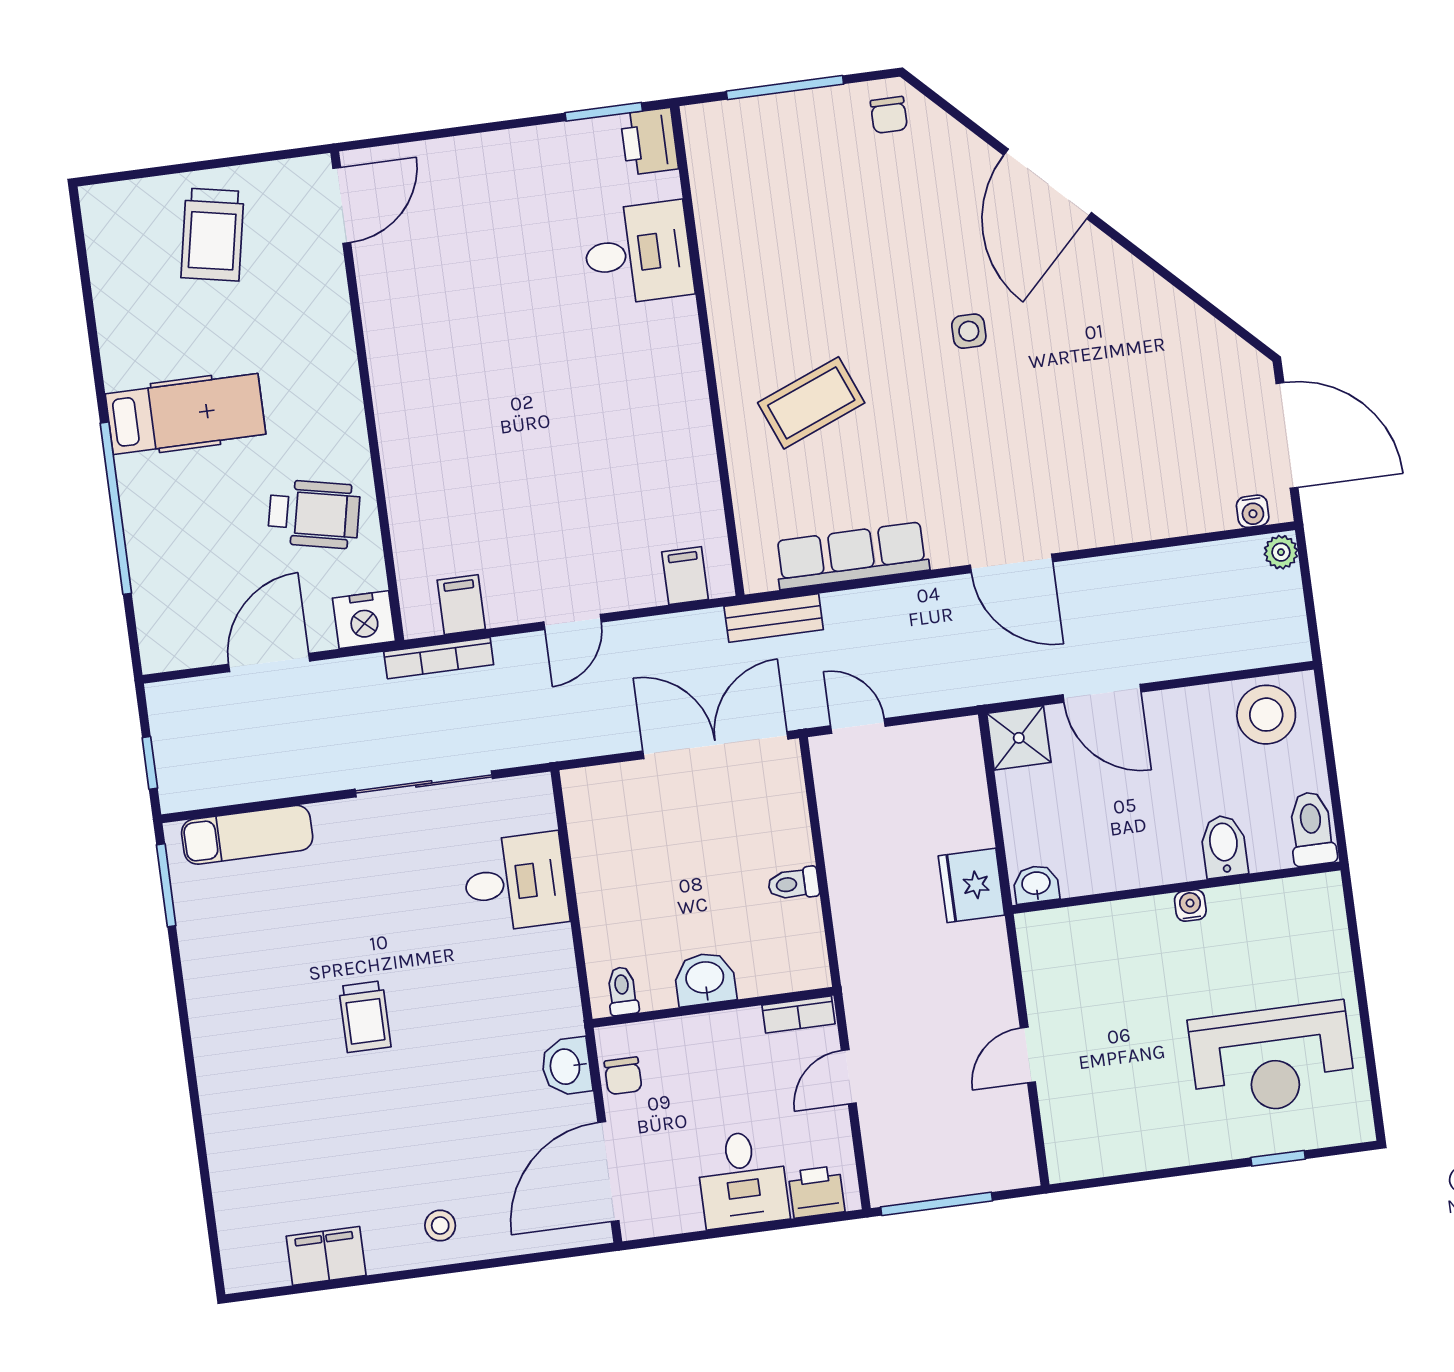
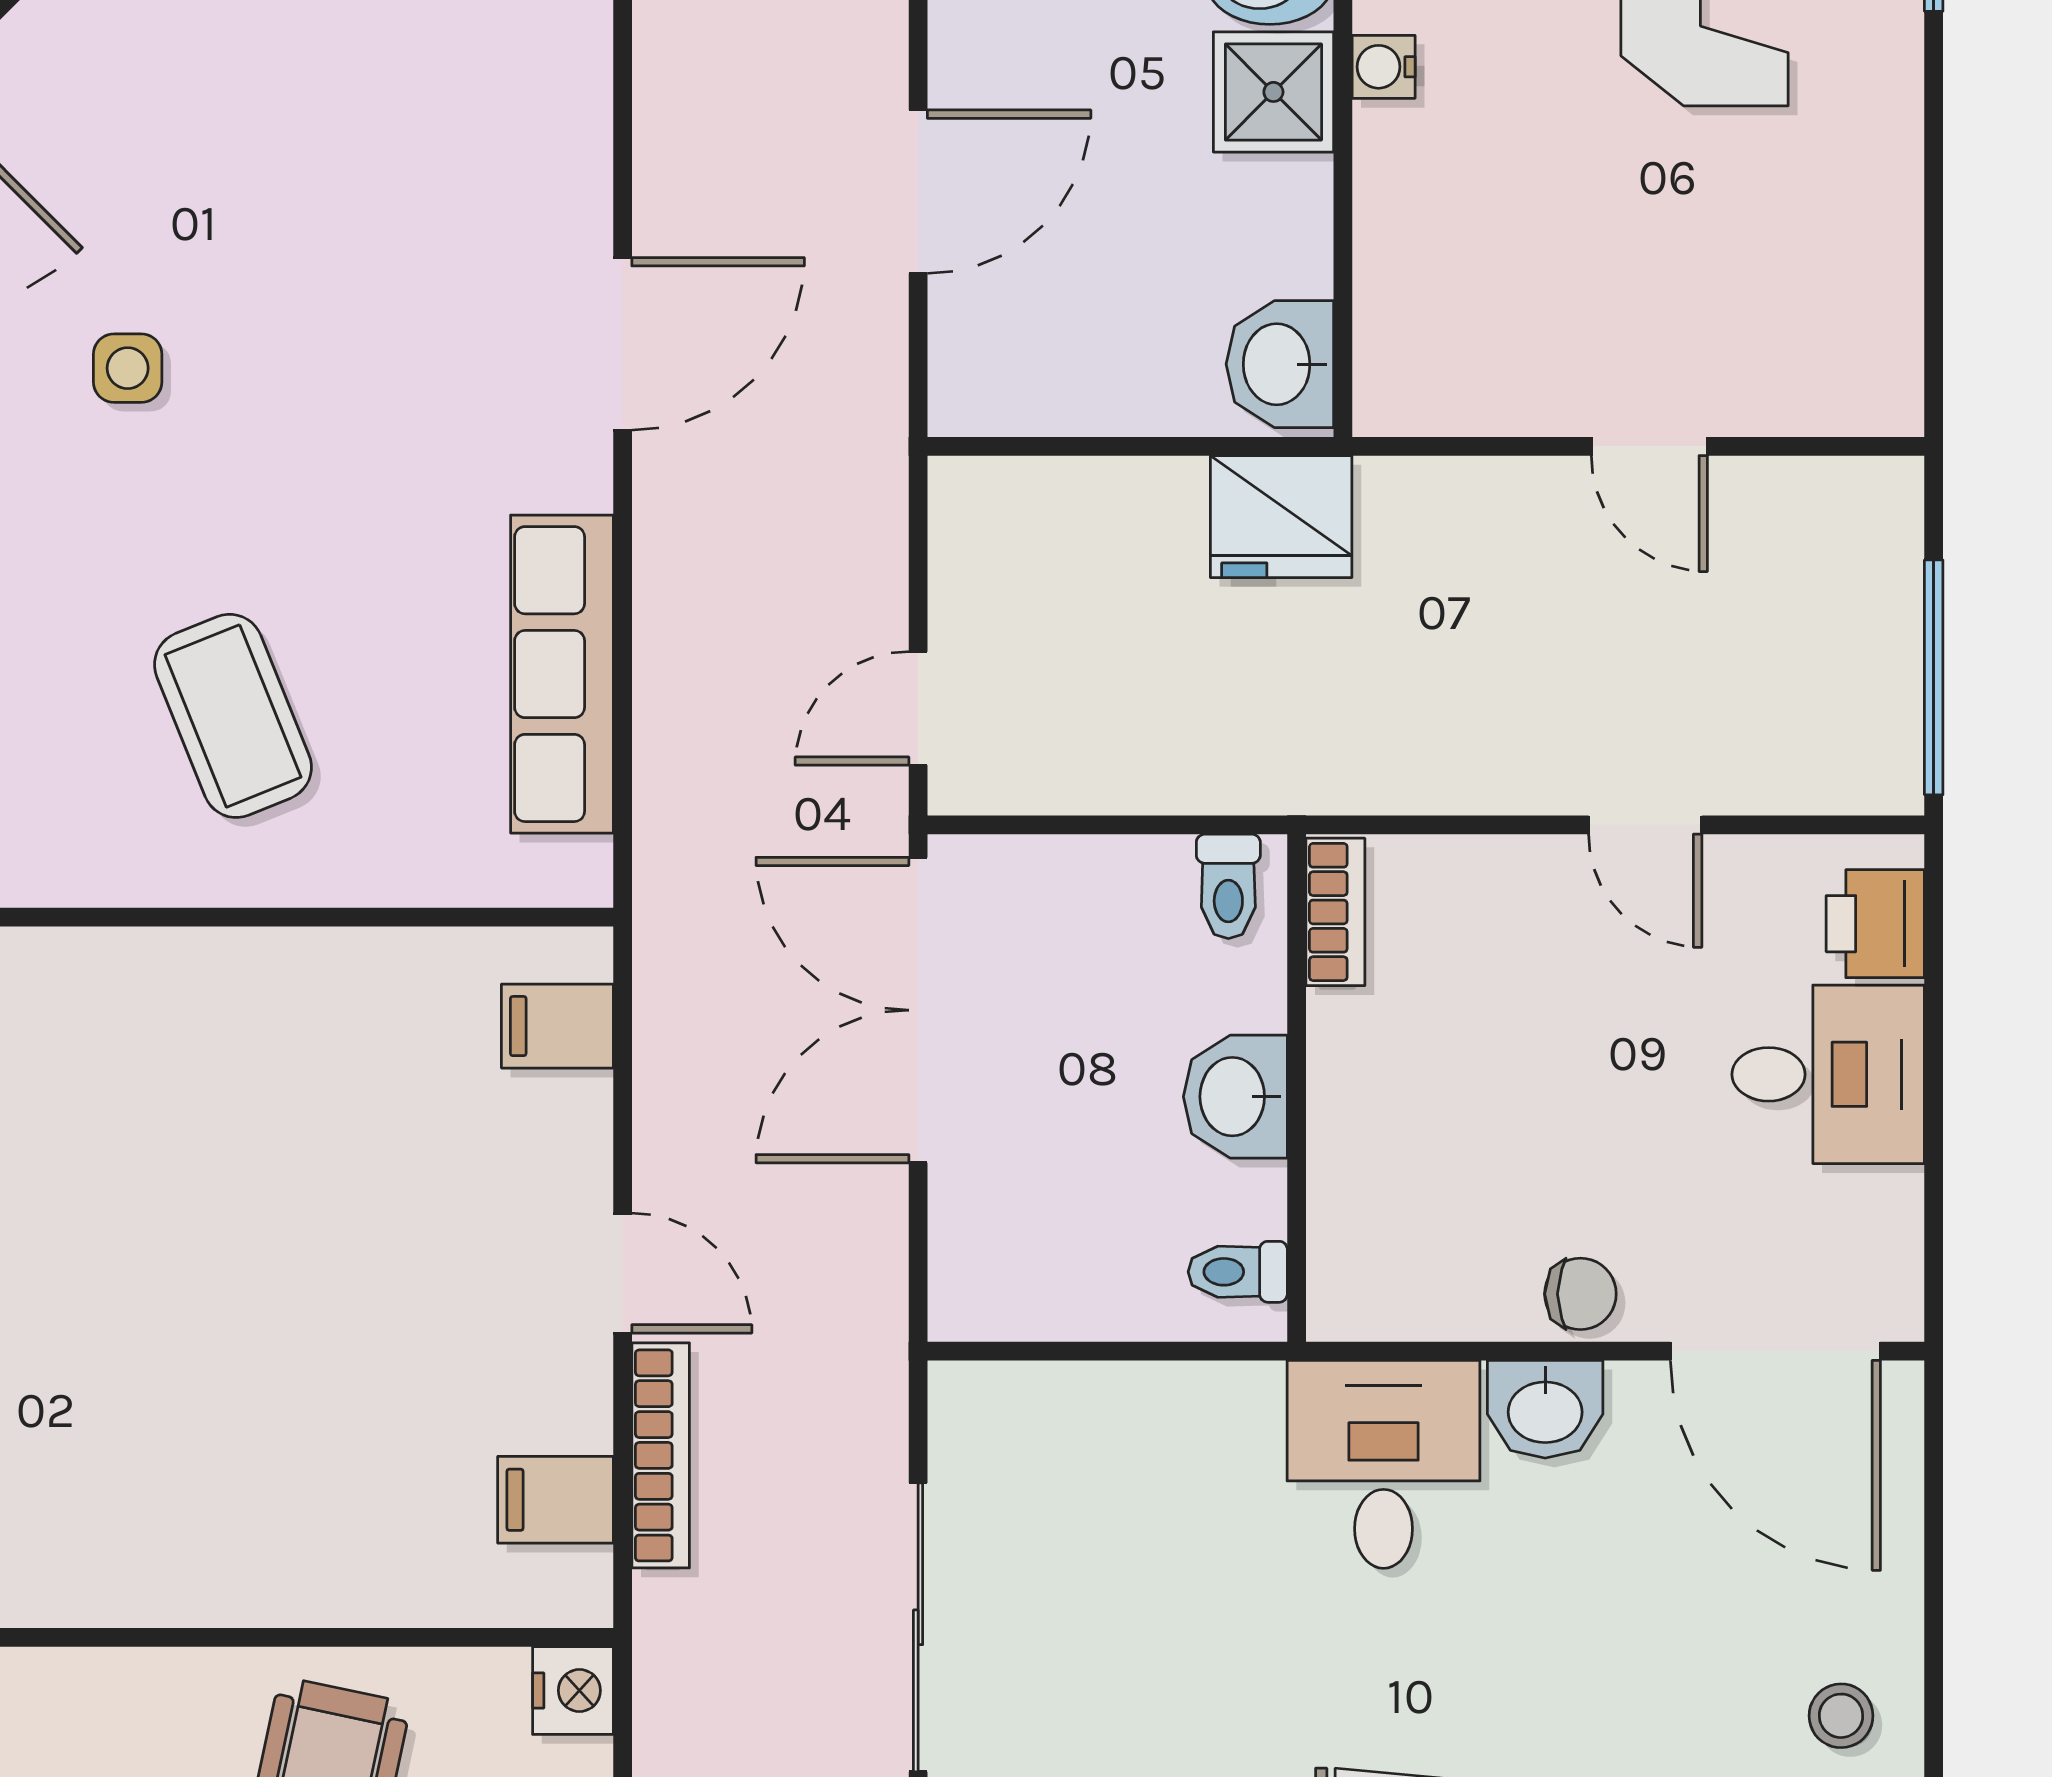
bench: (774, 618) -> (670, 854), removed
nightstand: (364, 620) -> (573, 1690), width x0.74, depth x0.75
bookcase: (439, 658) -> (661, 1455), moved
shower: (1019, 738) -> (1273, 92), moved
desk: (515, 882) -> (1384, 1464), moved
washbasin: (1036, 884) -> (1280, 364), width x1.38, depth x1.45
washbasin: (705, 979) -> (1235, 1097), moved
toilet: (622, 991) -> (1238, 1272), moved
wall: (713, 1007) -> (1297, 1088), moved
bookcase: (799, 1014) -> (1335, 912), moved

